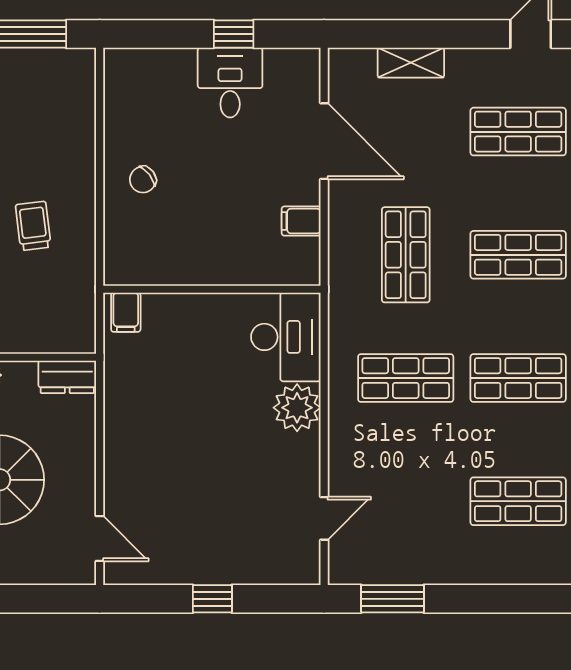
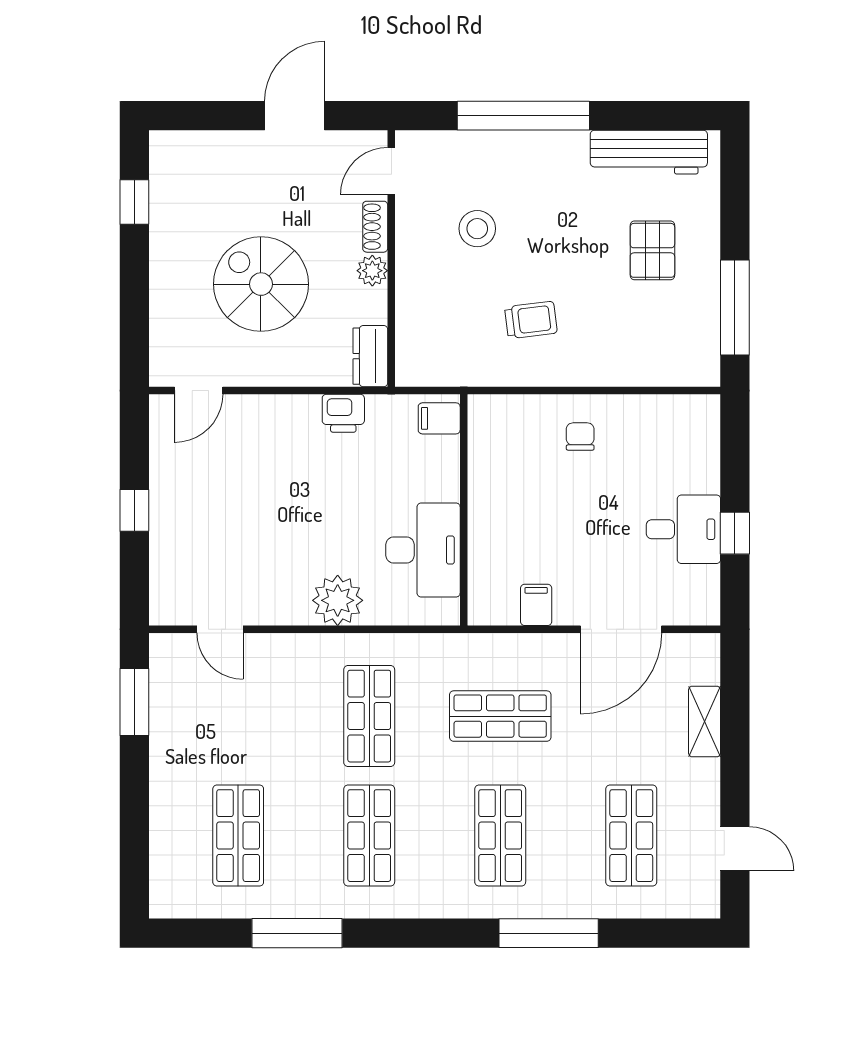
chair: (143, 180) -> (580, 436), turned 38
desk: (286, 337) -> (423, 550), moved, turned -90
printer: (121, 402) -> (343, 413), added

